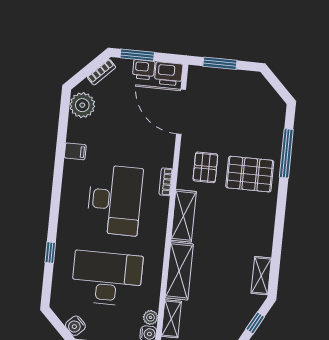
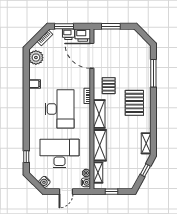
pallet: (250, 174) -> (134, 103), moved, turned 90
window: (50, 253) -> (26, 157), moved

